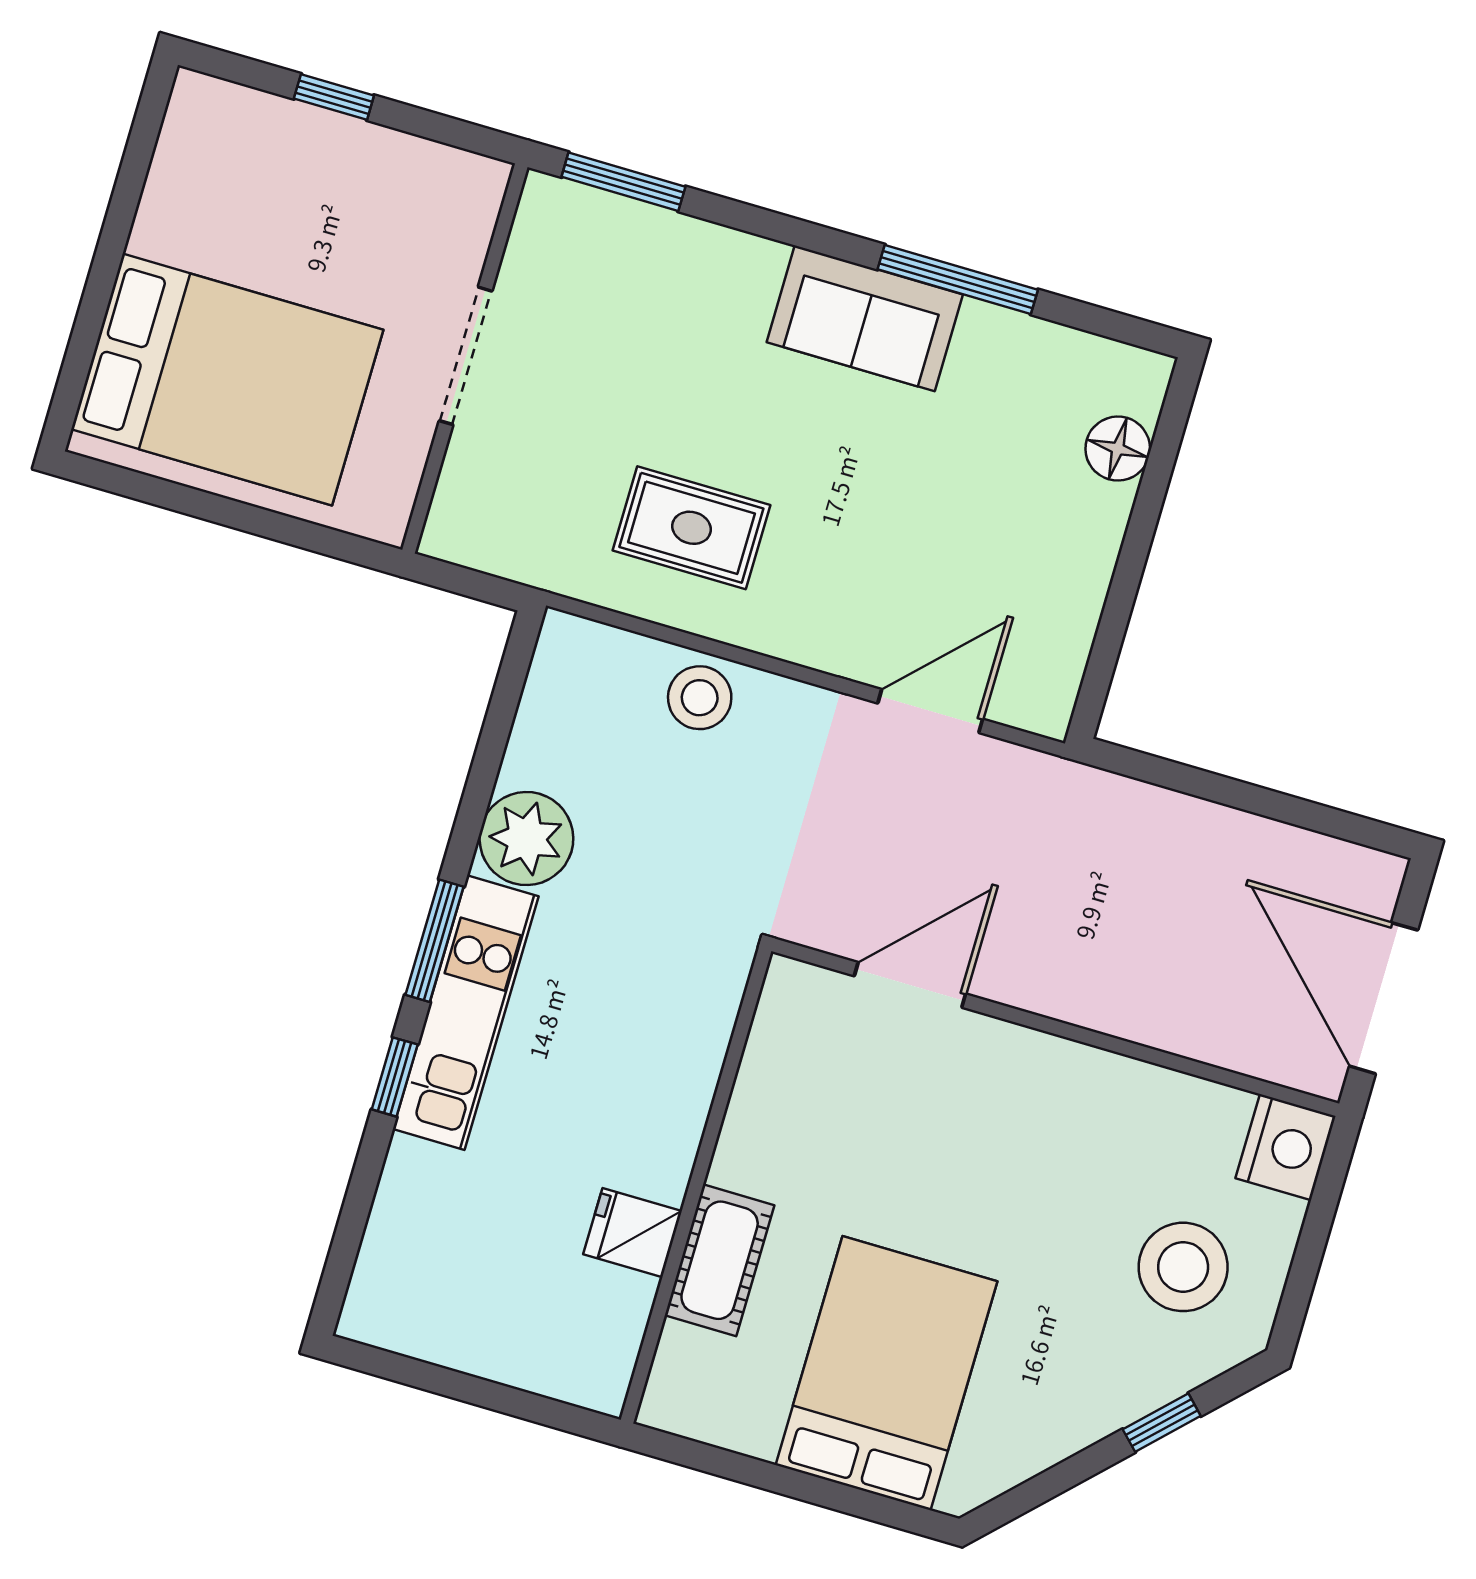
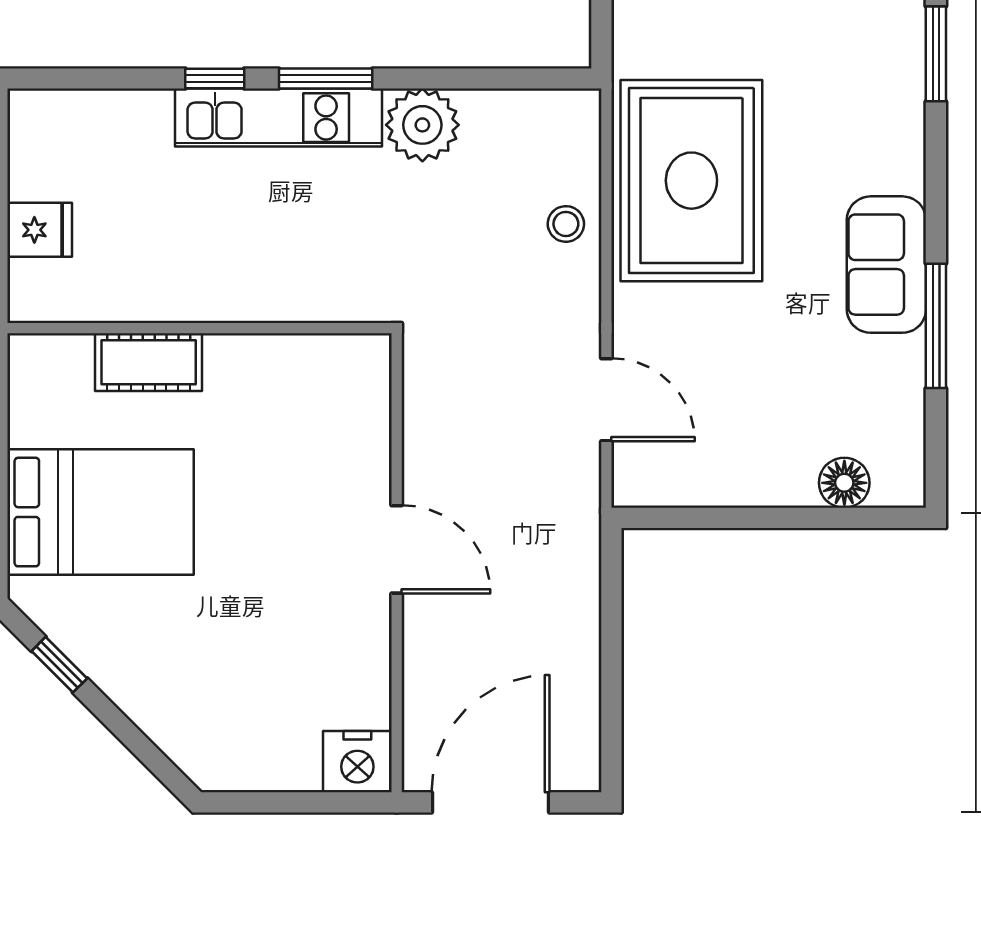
rug: (691, 528) -> (691, 181), width x1.86, depth x2.06
stool: (700, 698) -> (566, 224), width x0.73, depth x0.73
door: (910, 985) -> (397, 549), moved
fridge: (633, 1233) -> (40, 230), moved, turned 90
stool: (1183, 1267) -> (245, 711), removed
window: (1162, 1423) -> (59, 665), moved

